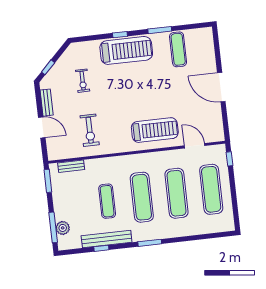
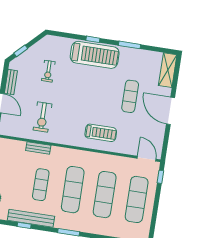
shelving: (207, 46) -> (168, 70), added
exercise mat: (178, 49) -> (130, 96), moved
treadmill: (155, 130) -> (101, 133), width x0.73, depth x0.73
door: (195, 146) -> (147, 159), moved
bench: (71, 166) -> (38, 148), moved

